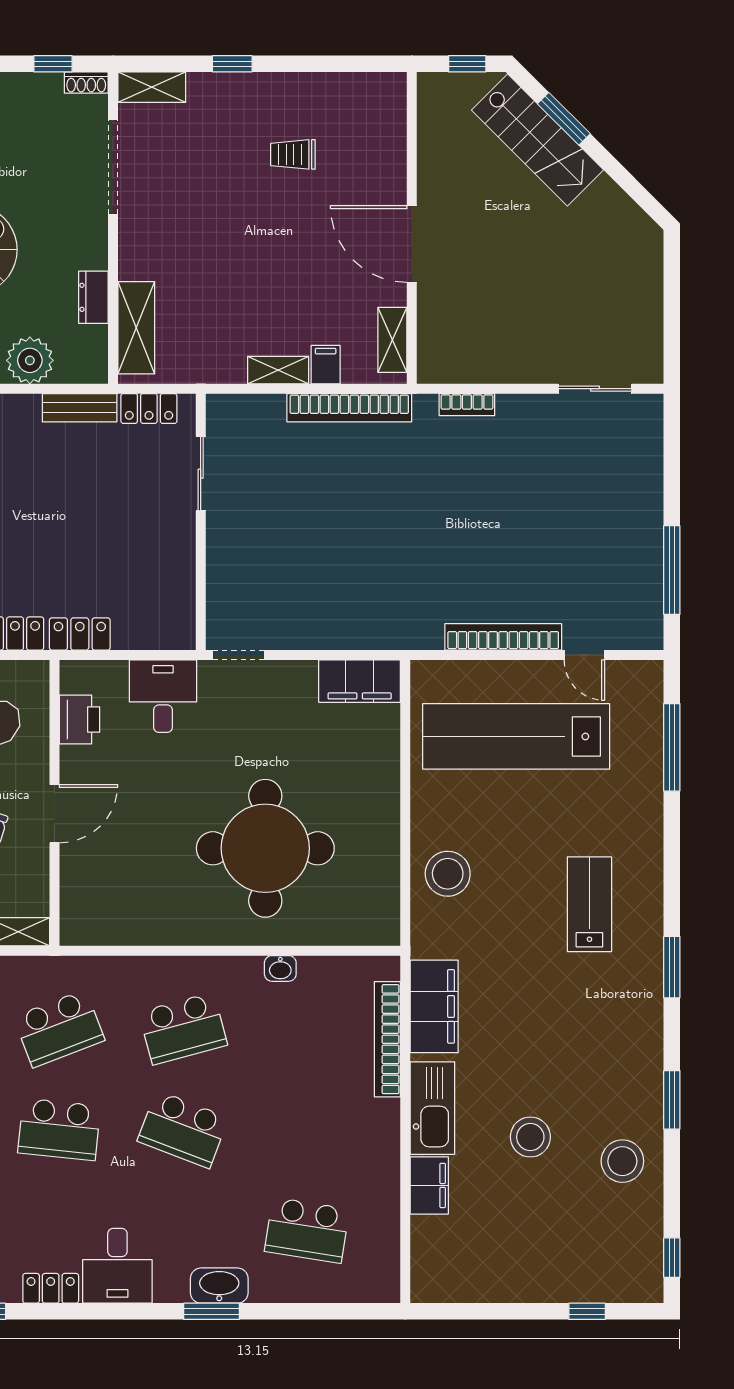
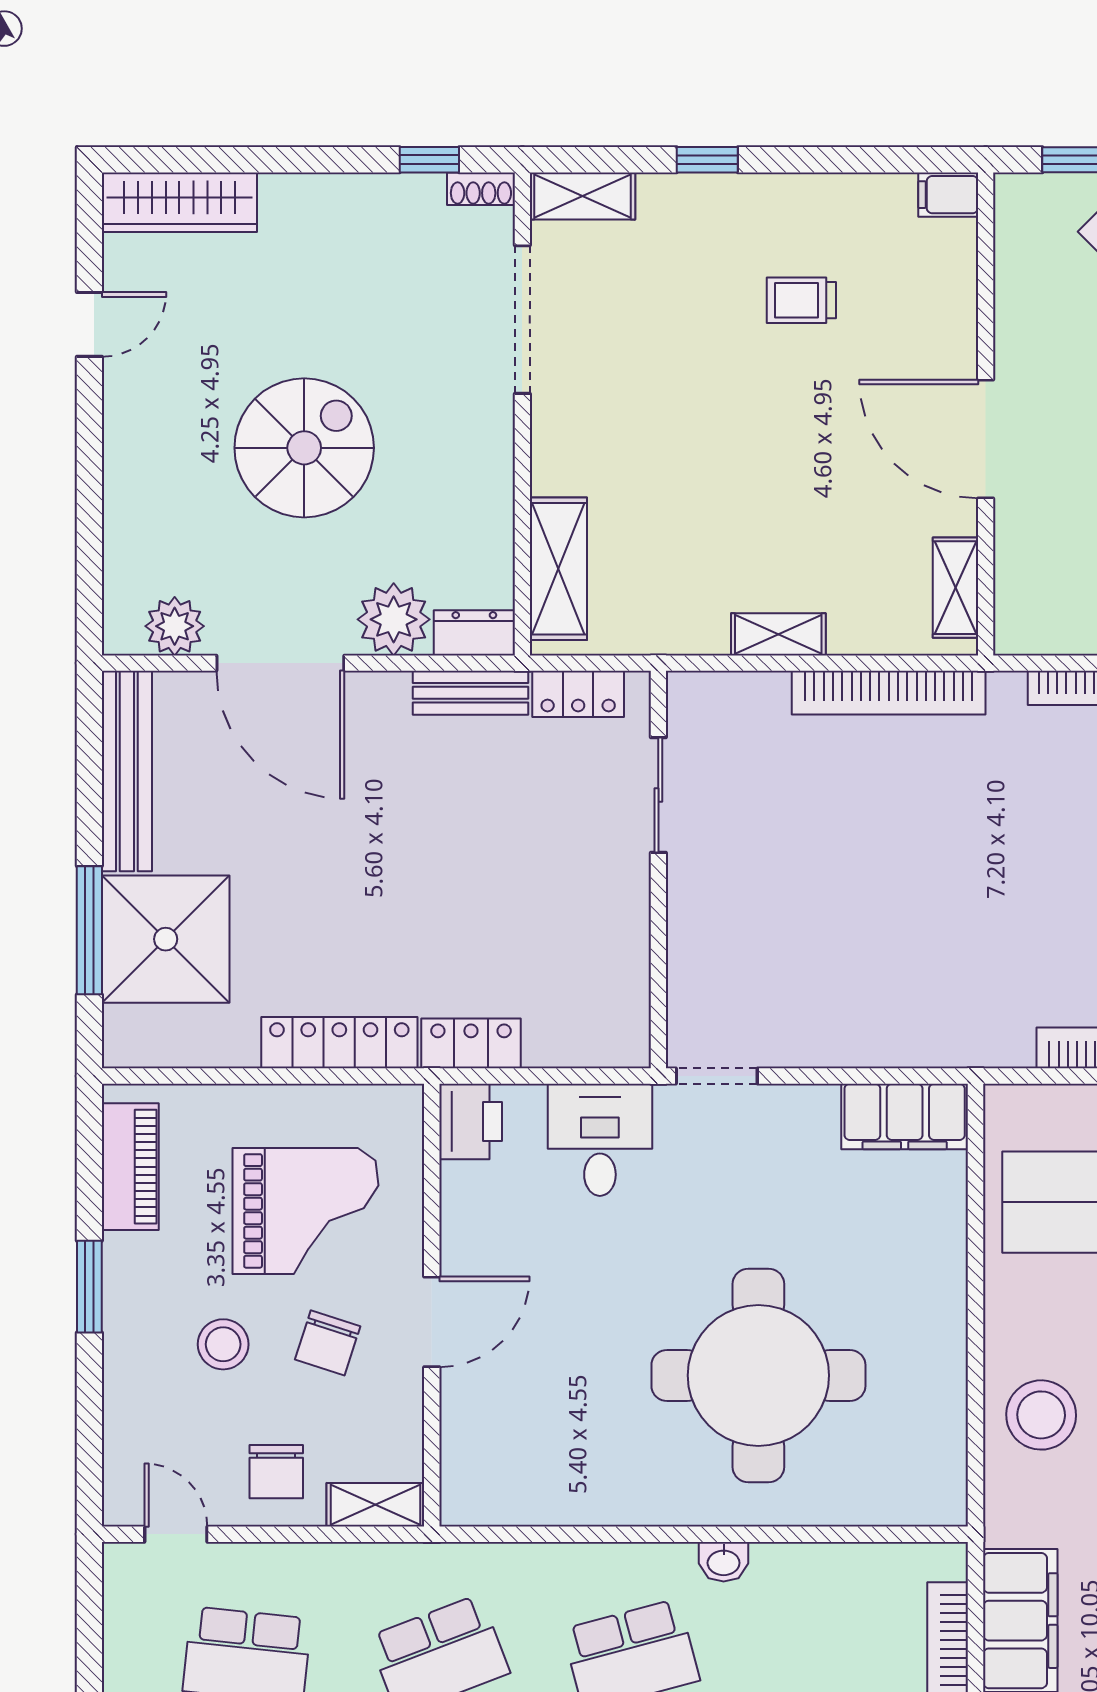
dresser: (93, 297) -> (474, 633), moved, turned 90
filing cabinet: (326, 365) -> (948, 195), moved, turned -90
printer: (80, 719) -> (471, 1121), moved
washbasin: (280, 968) -> (724, 1562), moved

